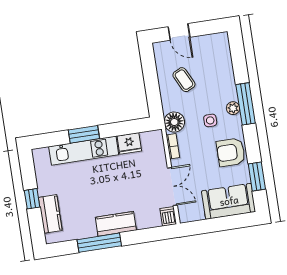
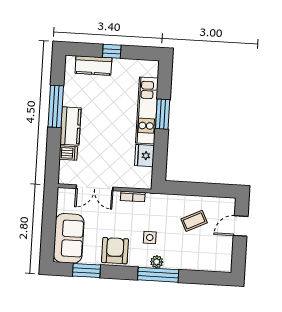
floor lamp: (174, 122) -> (156, 203), removed
dishwasher: (168, 216) -> (68, 153), moved

